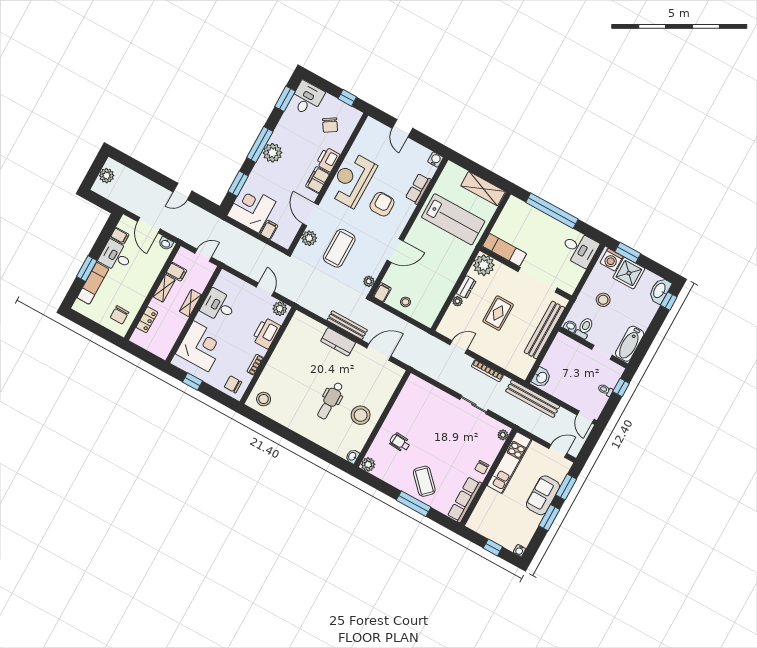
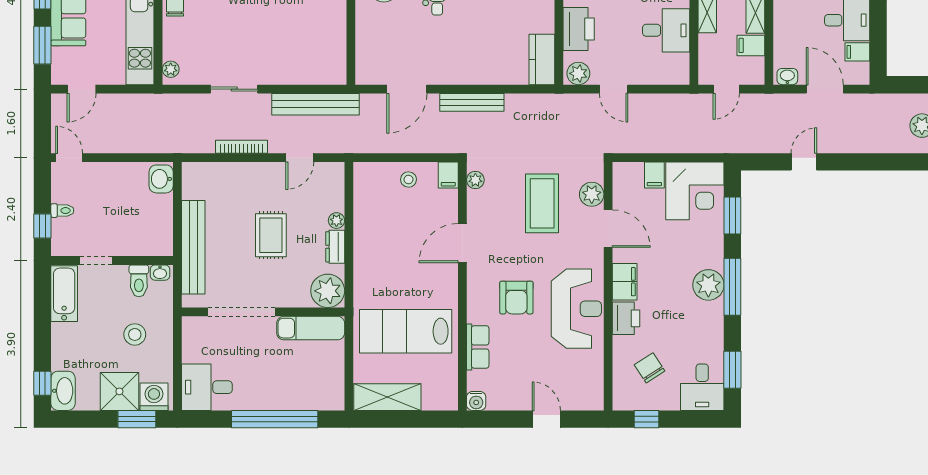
kitchen counter: (338, 342) -> (542, 59), moved, turned -90
bench: (533, 399) -> (316, 104), moved

